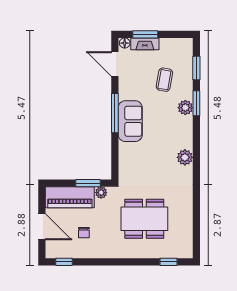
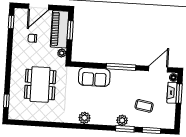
sofa: (130, 121) -> (94, 77), moved
window: (88, 183) -> (70, 30), moved

